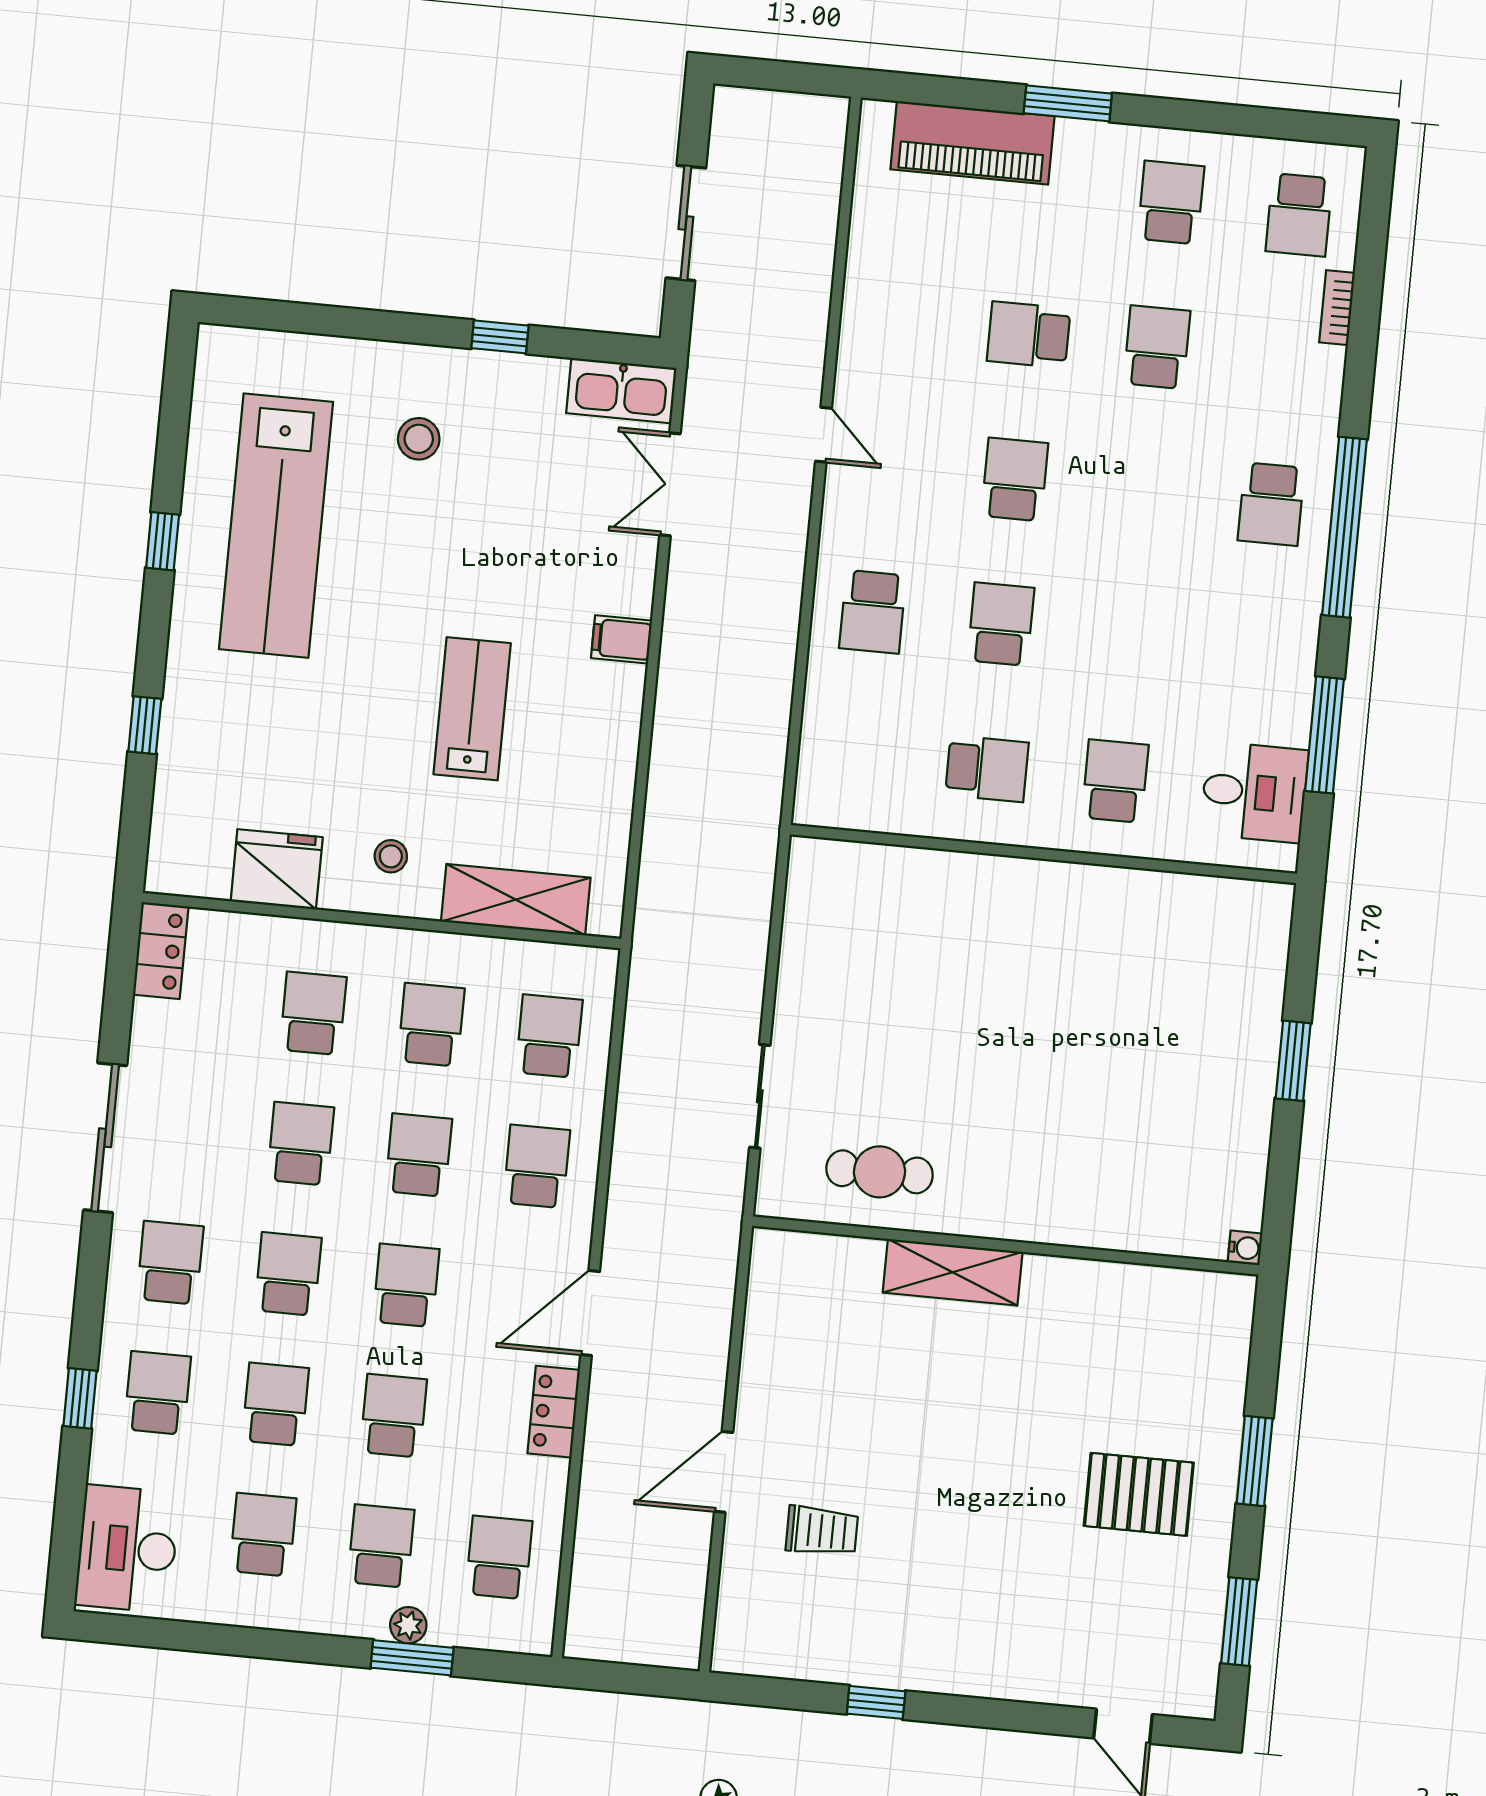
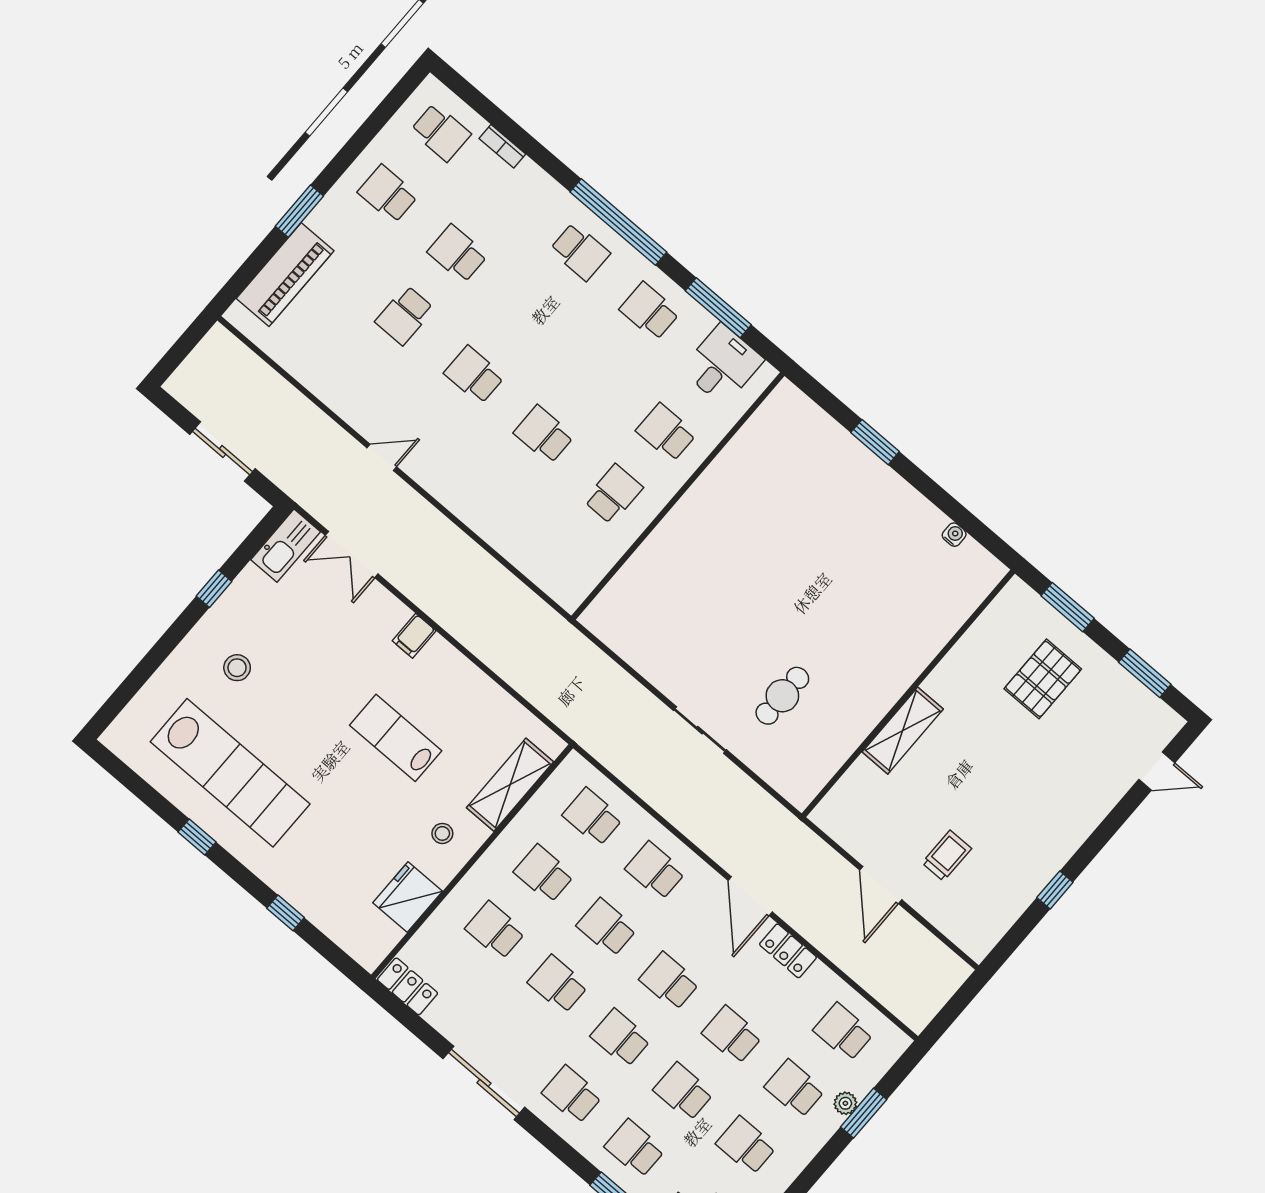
school desk: (873, 612) -> (649, 311), moved, turned 180
wall: (1006, 1246) -> (908, 693), moved
shelving: (953, 1272) -> (903, 731), moved

